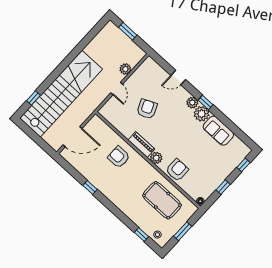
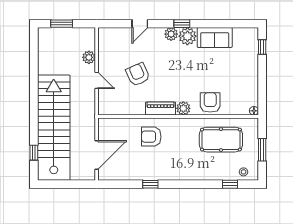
window: (223, 187) -> (262, 81), removed

